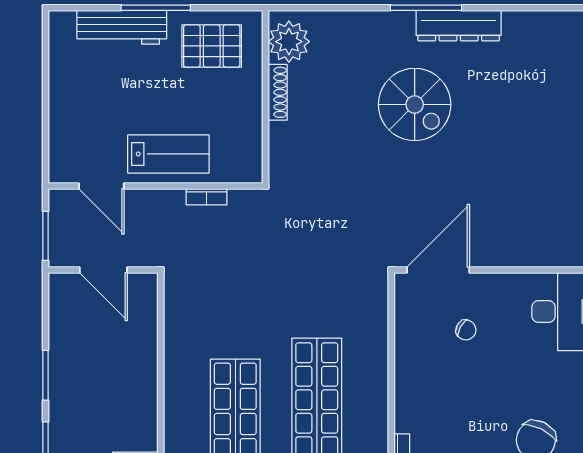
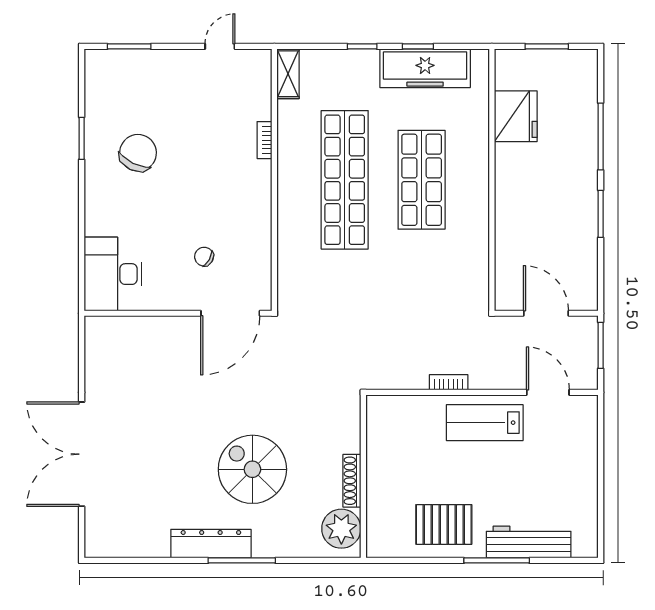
plant: (289, 42) -> (341, 529), moved
shoe rack: (278, 92) -> (352, 481), moved
wall: (266, 97) -> (363, 476), moved

